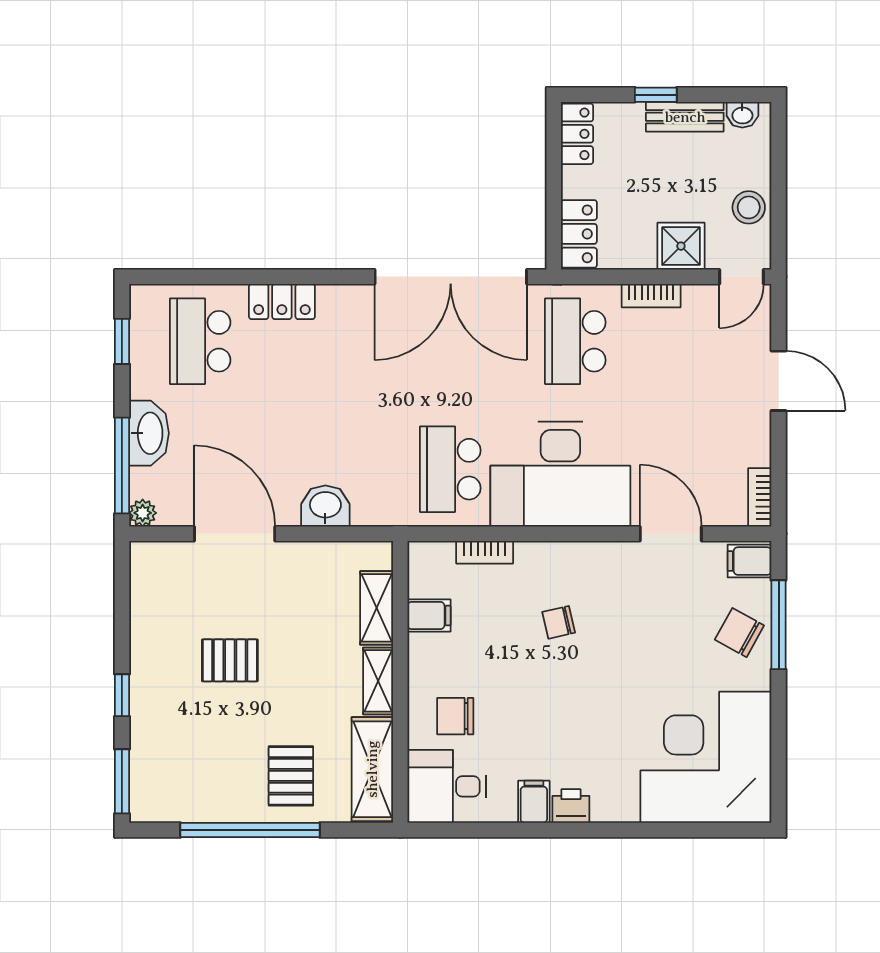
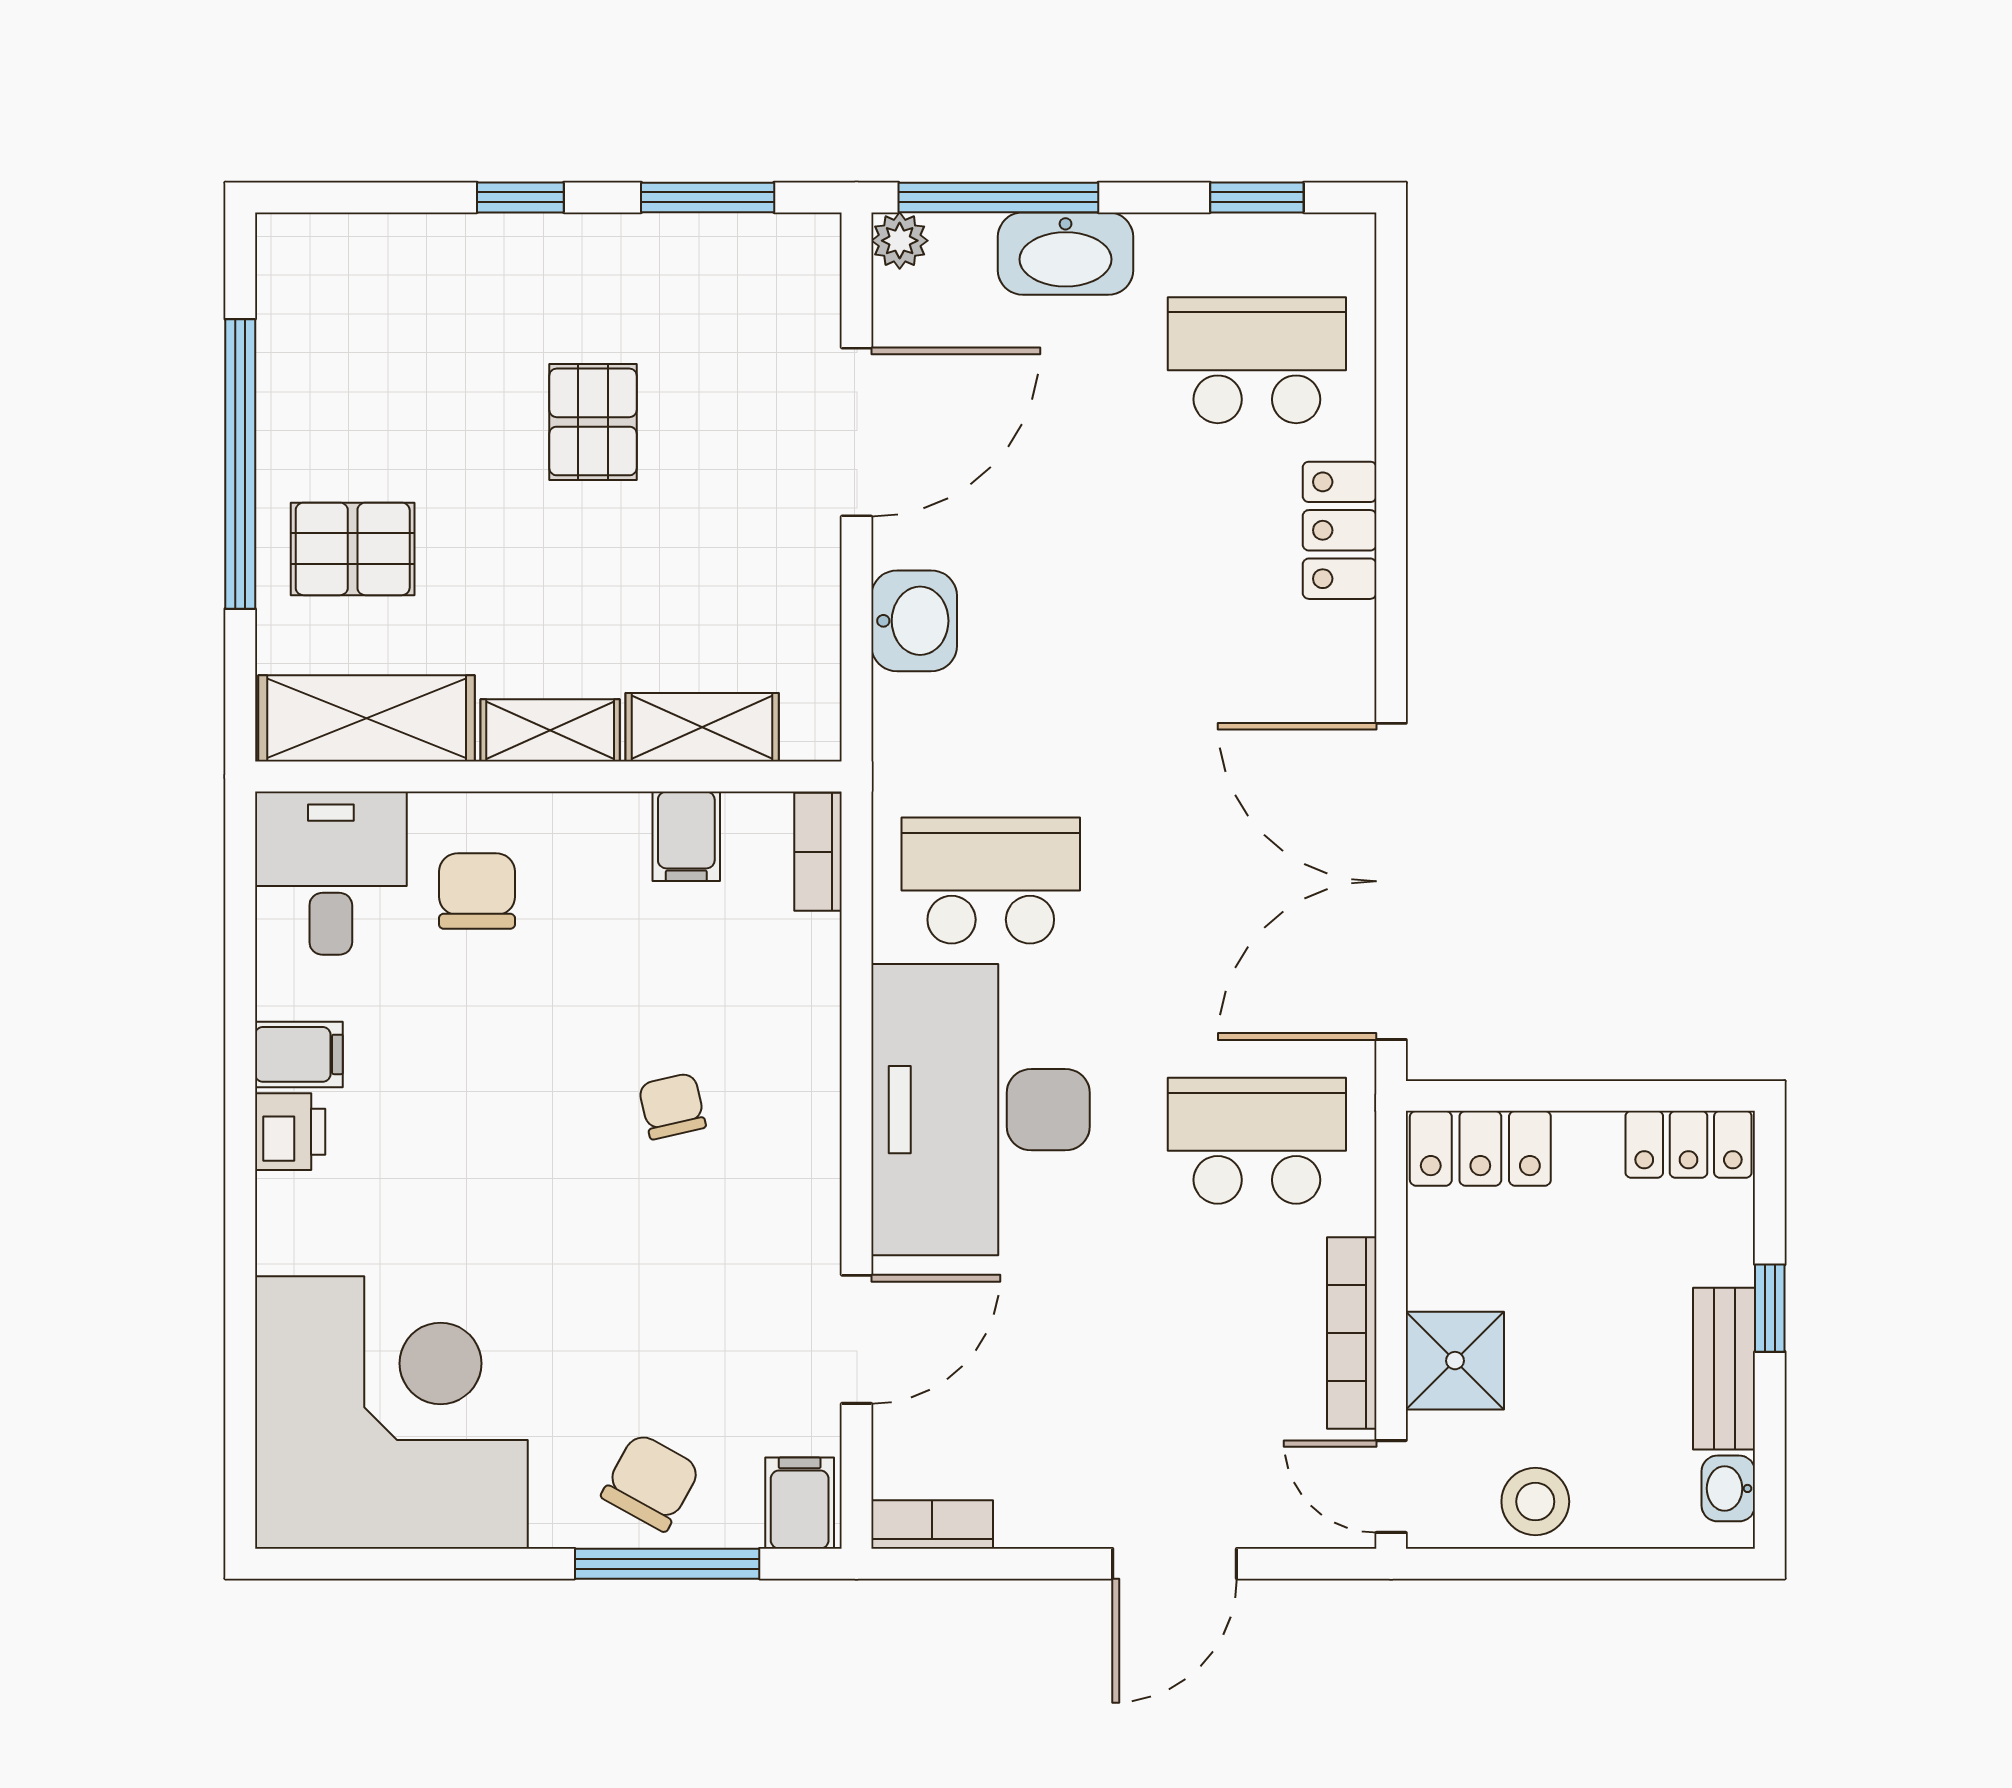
bookcase: (651, 296) -> (1352, 1333), width x1.56
bookcase: (485, 552) -> (818, 852), moved
window: (122, 781) -> (708, 197), moved

